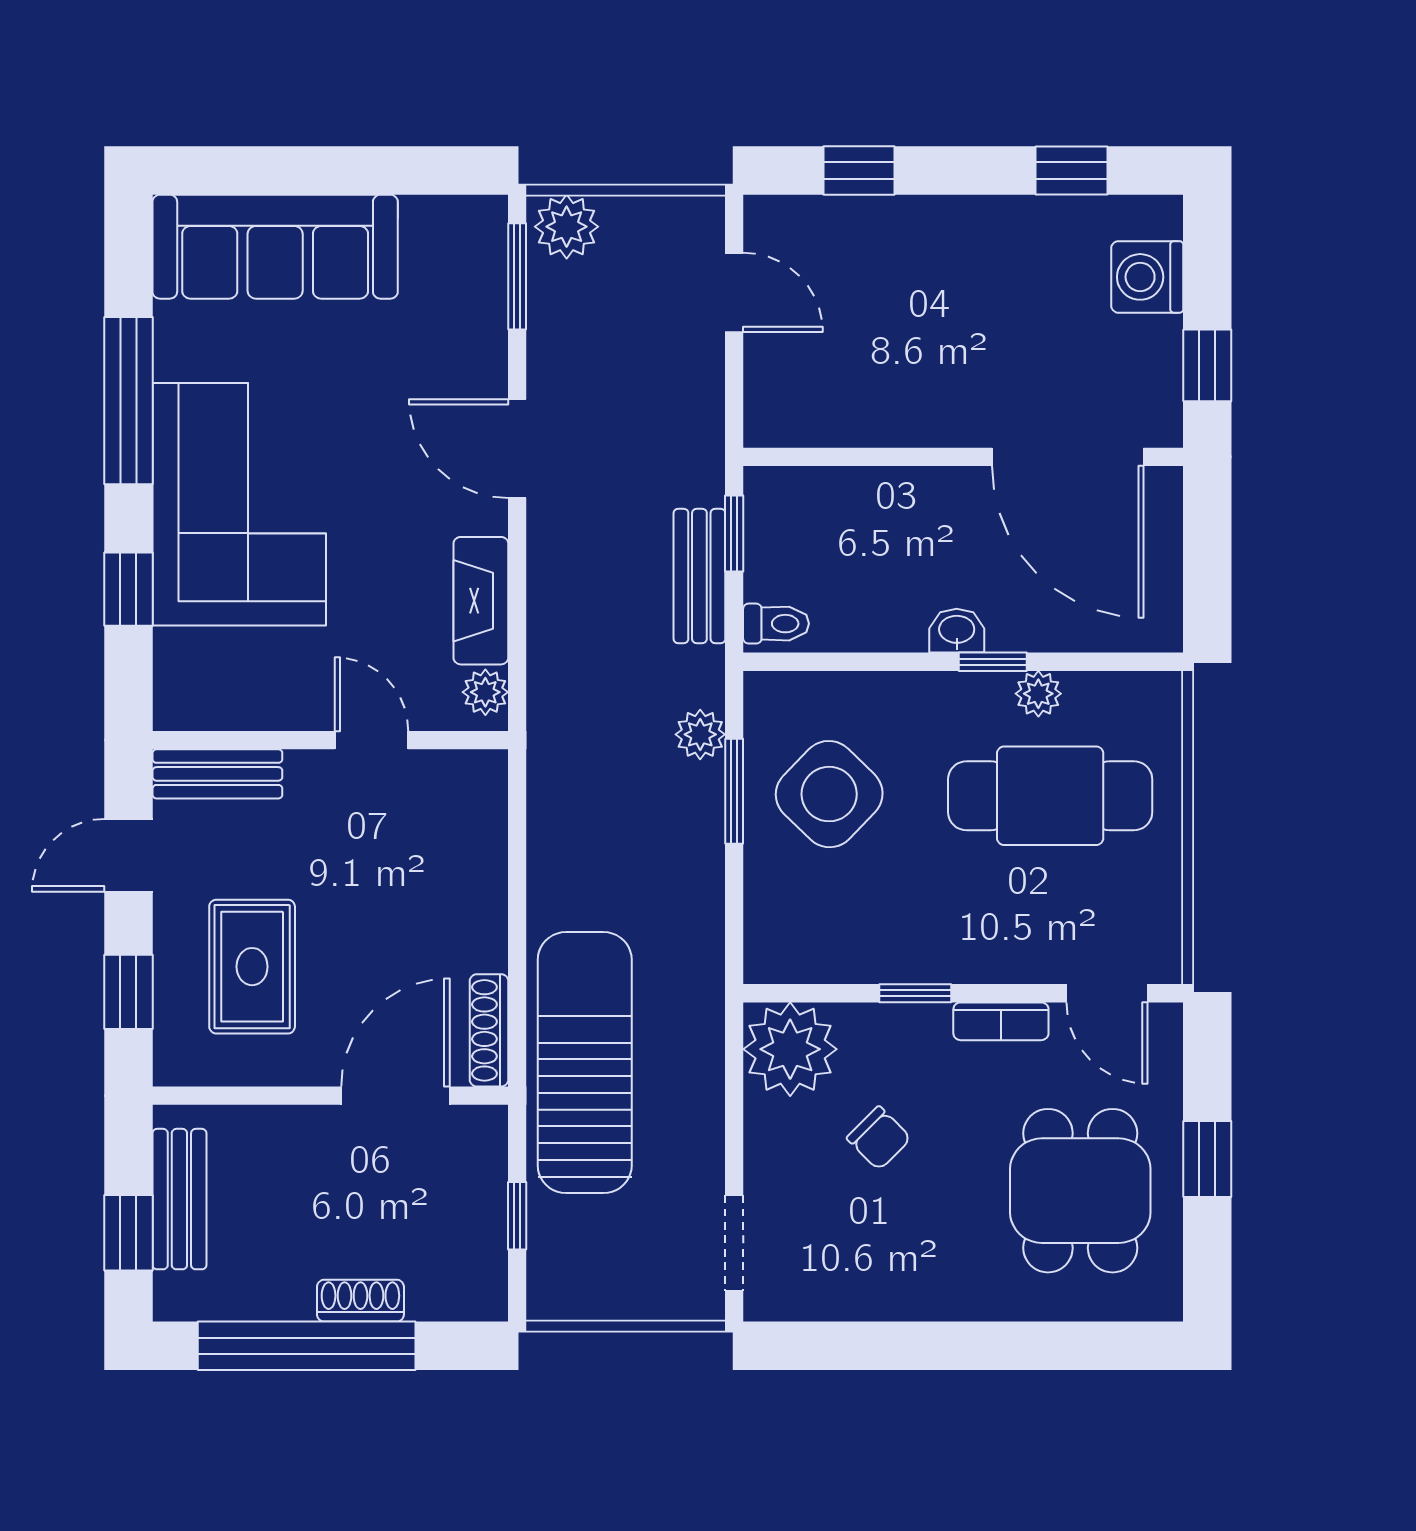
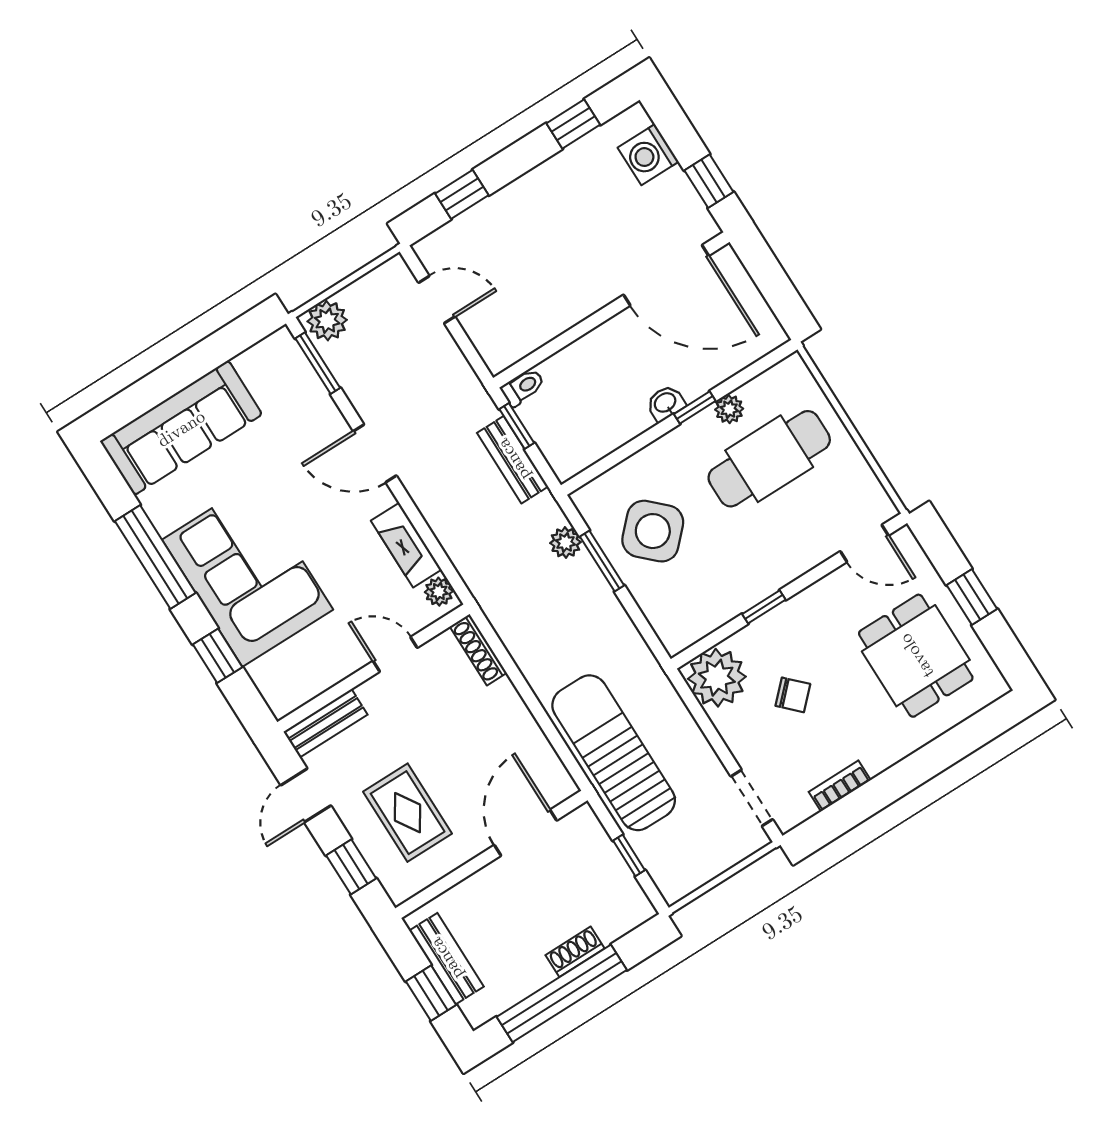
toilet: (776, 624) -> (523, 387), moved
bookcase: (1001, 1021) -> (840, 786), moved, turned 180
shoe rack: (489, 1030) -> (478, 650), moved

